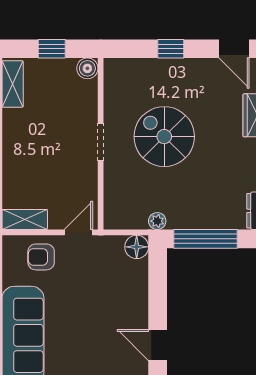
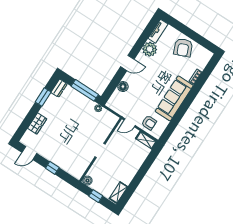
door: (234, 49) -> (29, 153), swing flipped
spiral stairs: (164, 137) -> (76, 137), removed
floor lamp: (137, 247) -> (123, 87), moved
door: (158, 345) -> (127, 63), hinge flipped

